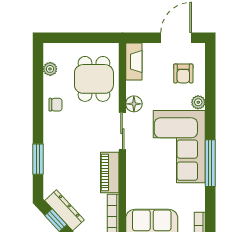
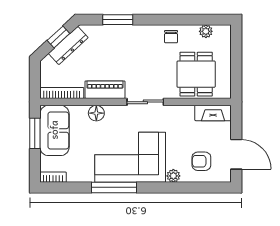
dining table: (94, 79) -> (196, 74), turned 90
floor lamp: (134, 104) -> (96, 113), moved

